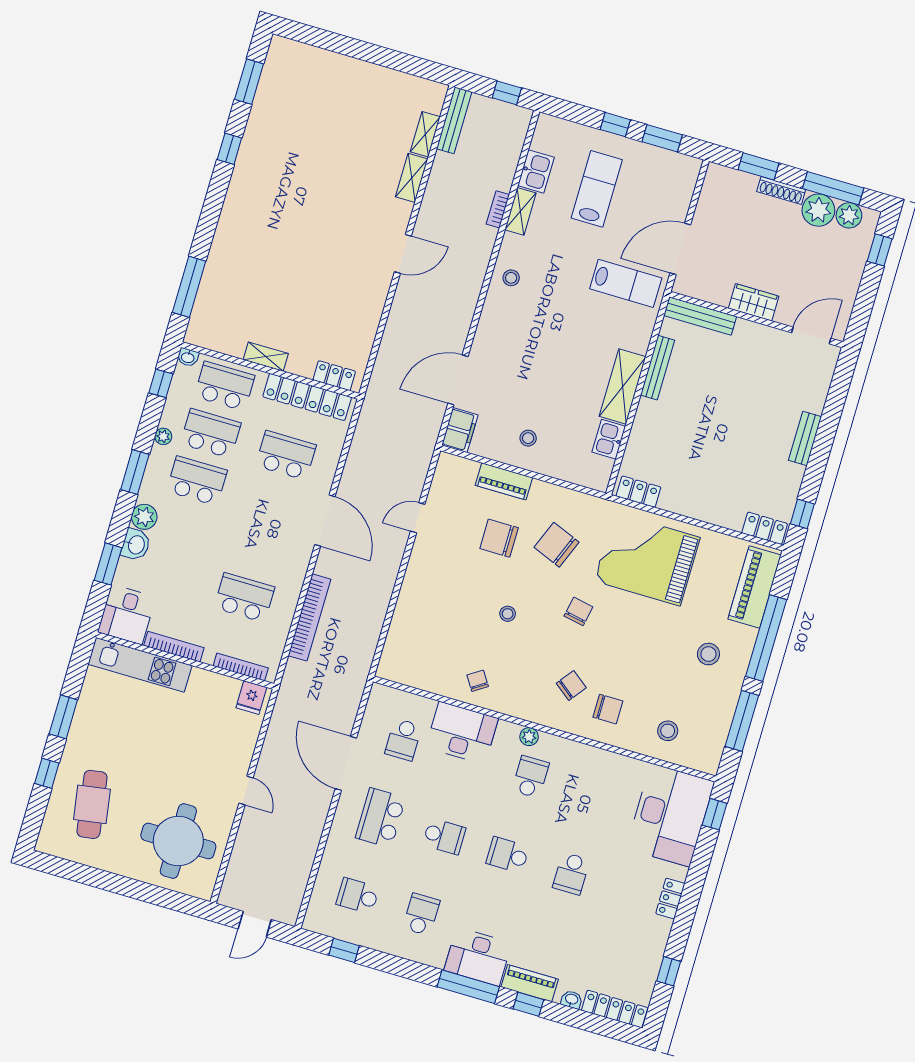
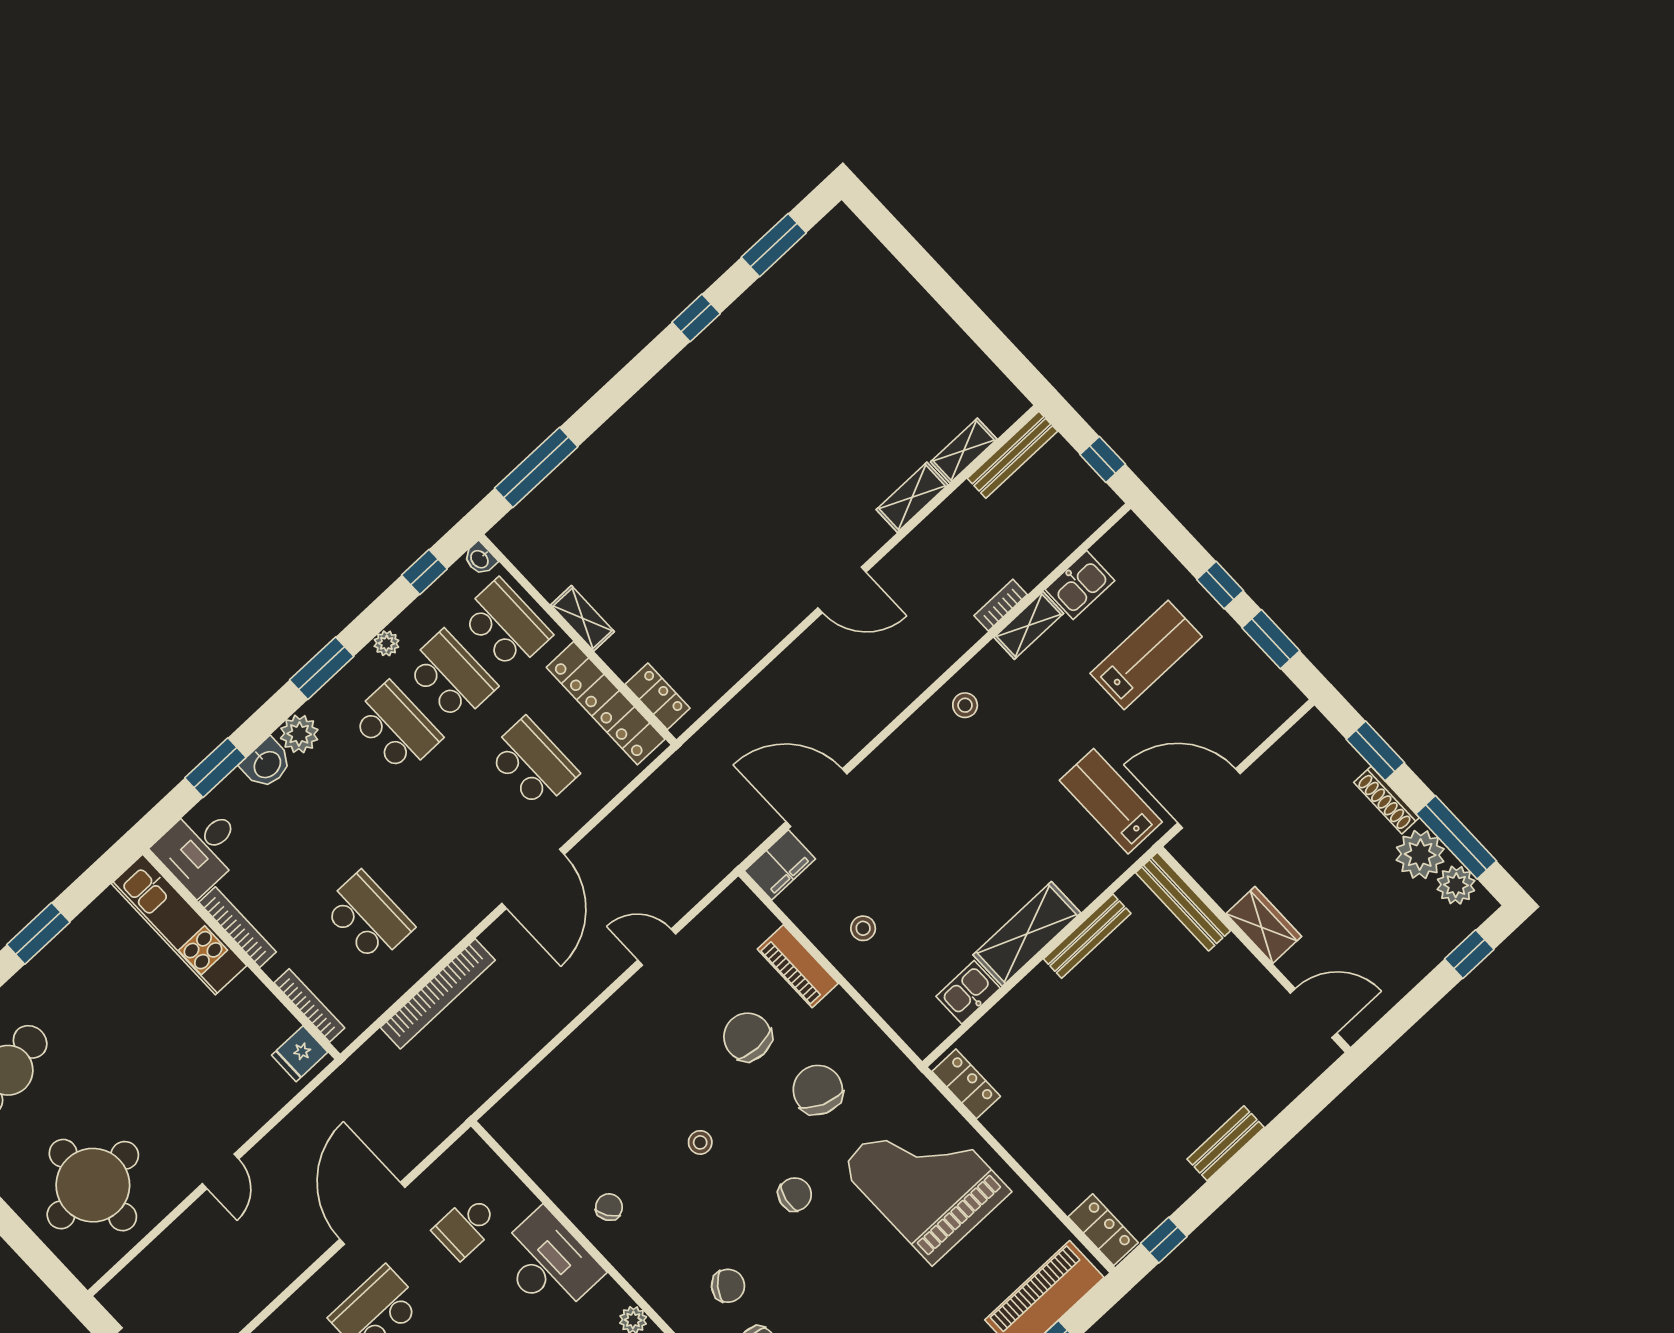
lab bench: (626, 283) -> (1111, 801), turned 180

